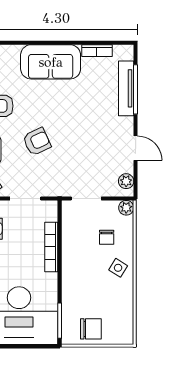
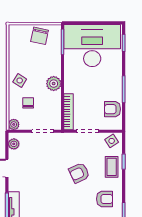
bookcase: (51, 247) -> (69, 112), moved
plant: (72, 264) -> (54, 84), added
chair: (91, 329) -> (40, 36), turned -78

